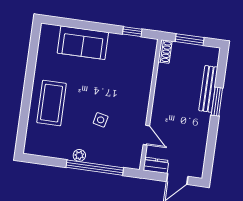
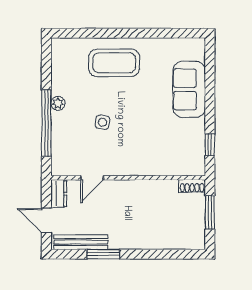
bench: (208, 89) -> (81, 242), moved
window: (217, 102) -> (103, 254), moved

